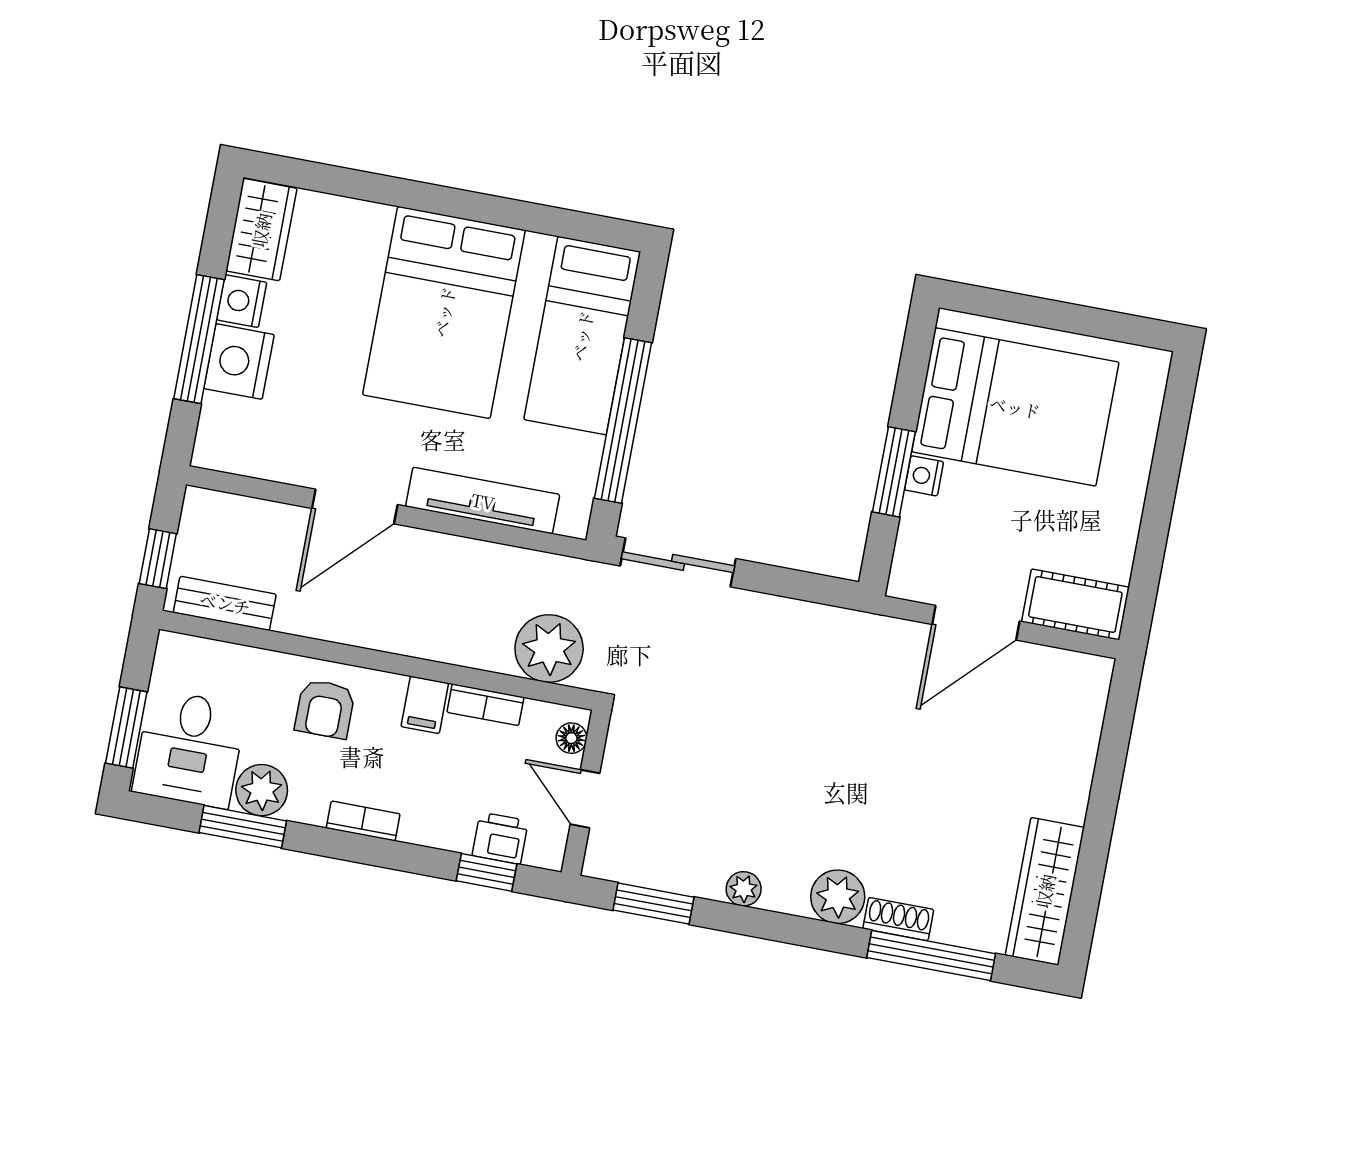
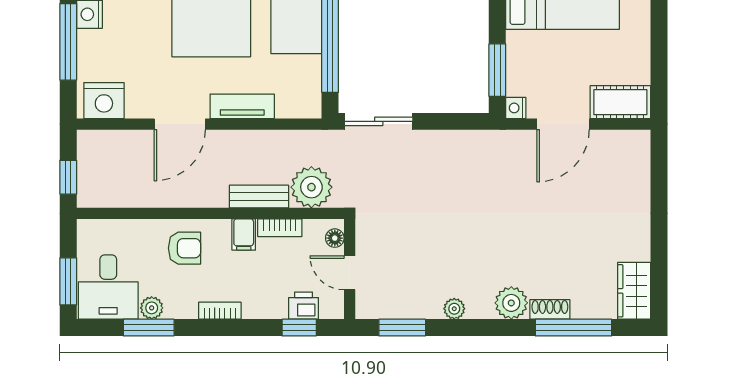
nightstand: (239, 362) -> (104, 101), moved, turned -90
window: (894, 472) -> (497, 70), moved
nightstand: (924, 476) -> (516, 108), moved
tv unit: (483, 501) -> (242, 106), width x0.71
bench: (225, 603) -> (259, 196), moved
armchair: (325, 709) -> (185, 248), turned -90
plant: (262, 790) -> (152, 308), width x0.73, depth x0.73
wardrobe: (1045, 891) -> (634, 291), width x0.67

